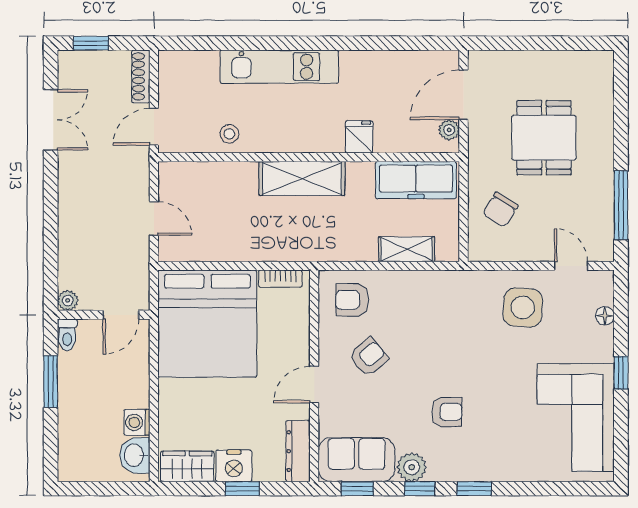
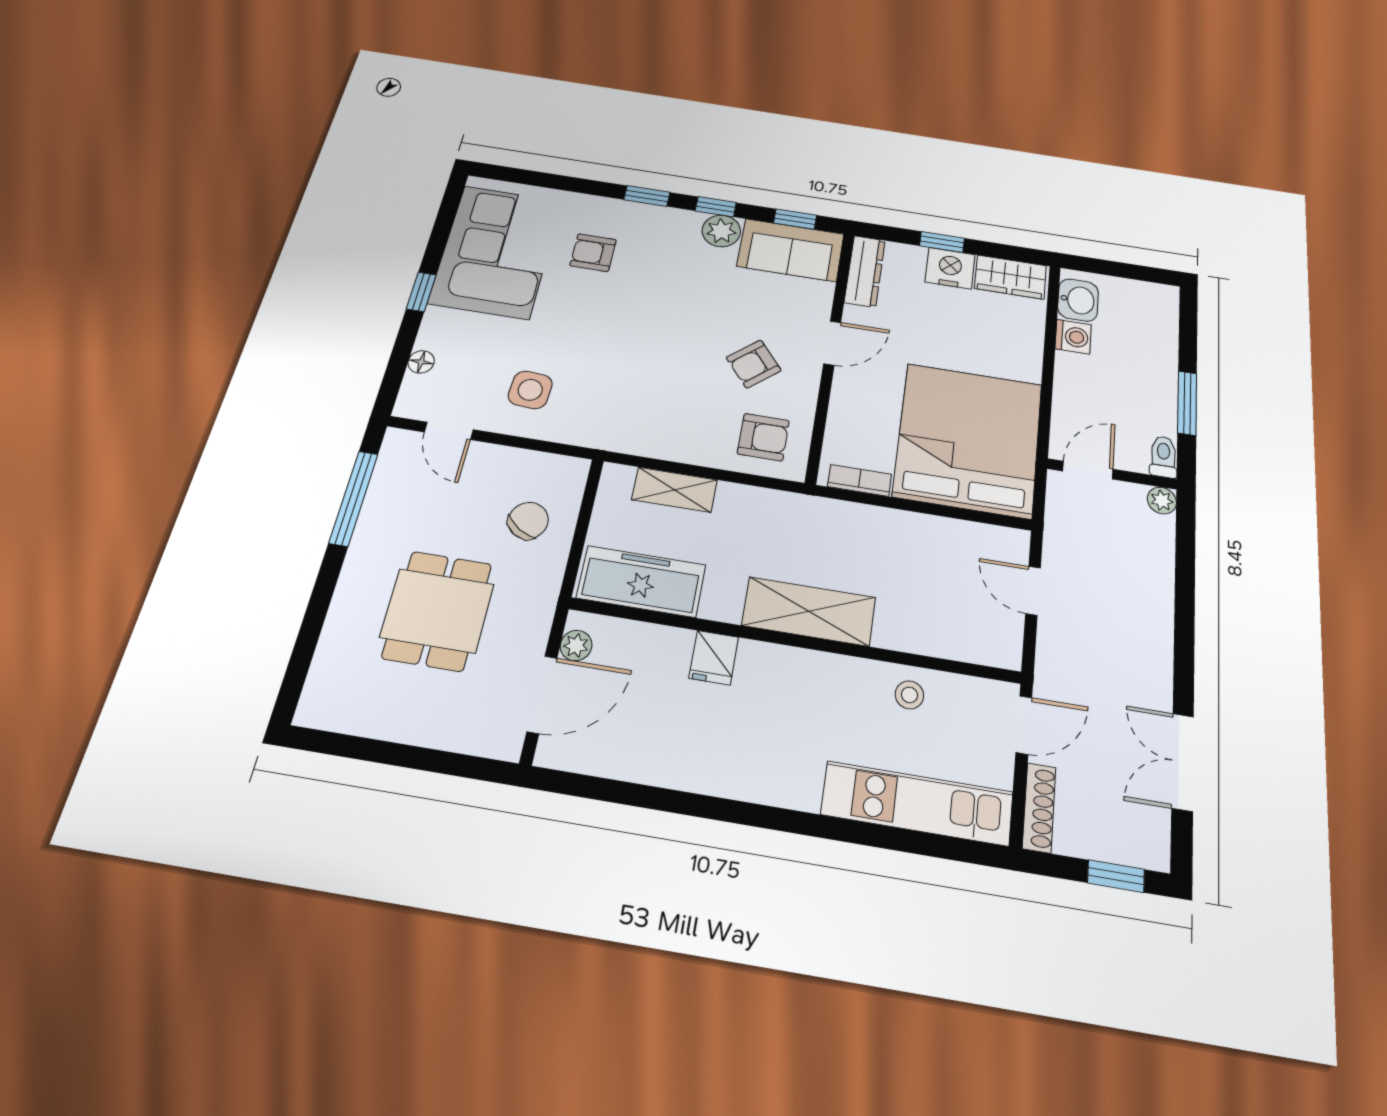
kitchen unit: (279, 67) -> (917, 803), moved
side table: (523, 307) -> (530, 390), width x0.73, depth x0.73
armchair: (447, 412) -> (593, 253), moved

